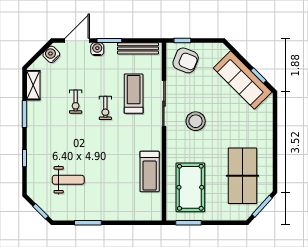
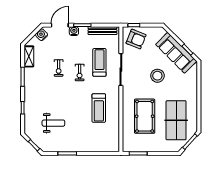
stool: (196, 121) -> (157, 76), moved
treadmill: (150, 171) -> (99, 108), moved
pool table: (190, 187) -> (145, 116), moved

